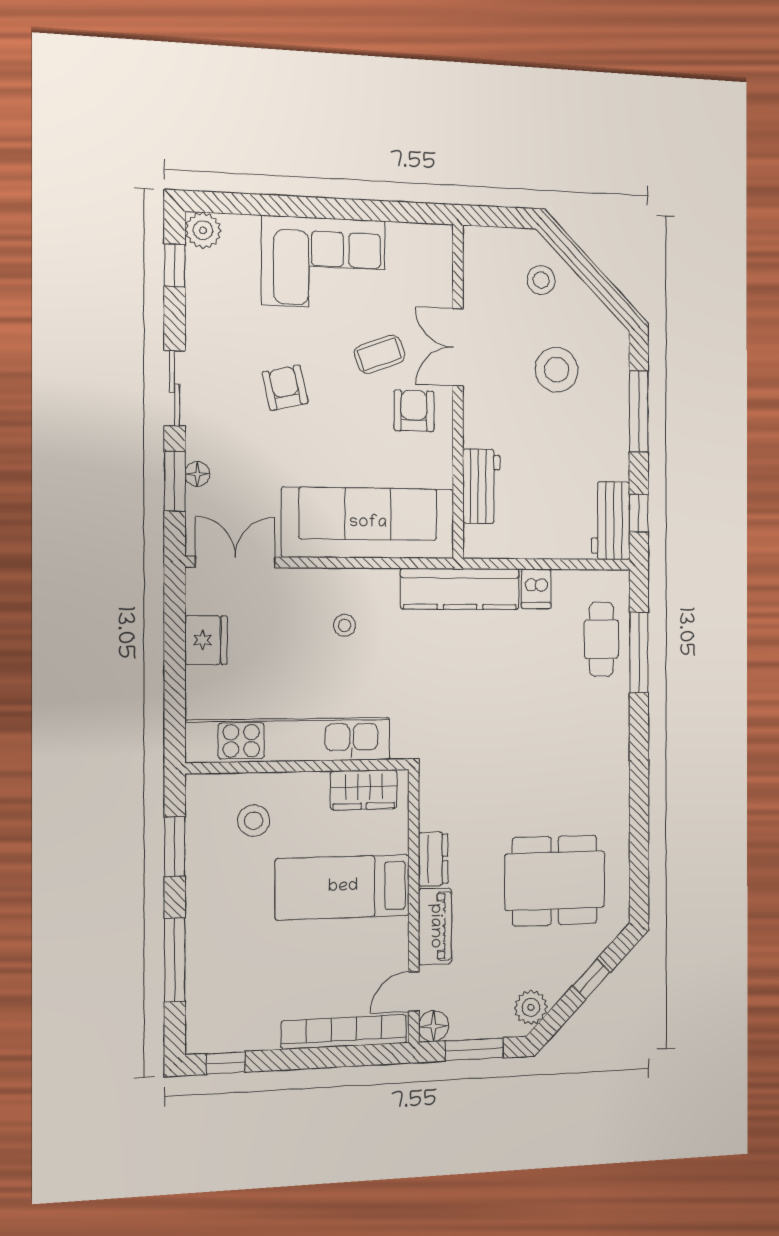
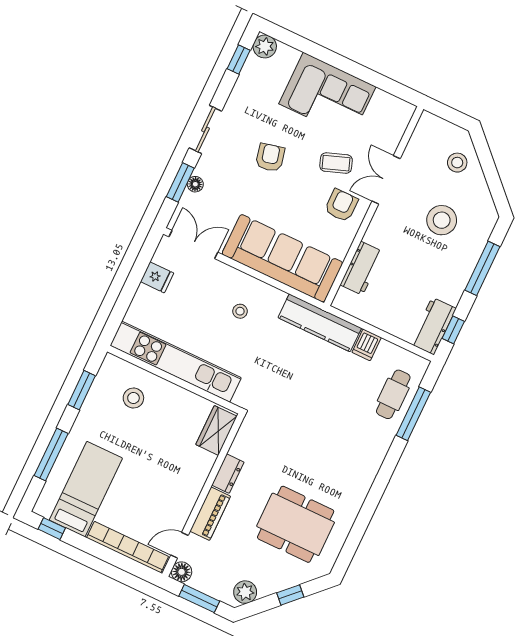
fridge: (206, 640) -> (157, 277), width x0.72
wardrobe: (364, 790) -> (216, 430), moved, turned 90
bed: (343, 887) -> (86, 489), moved, turned 90

